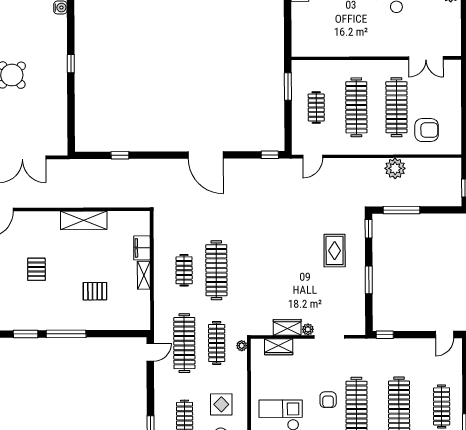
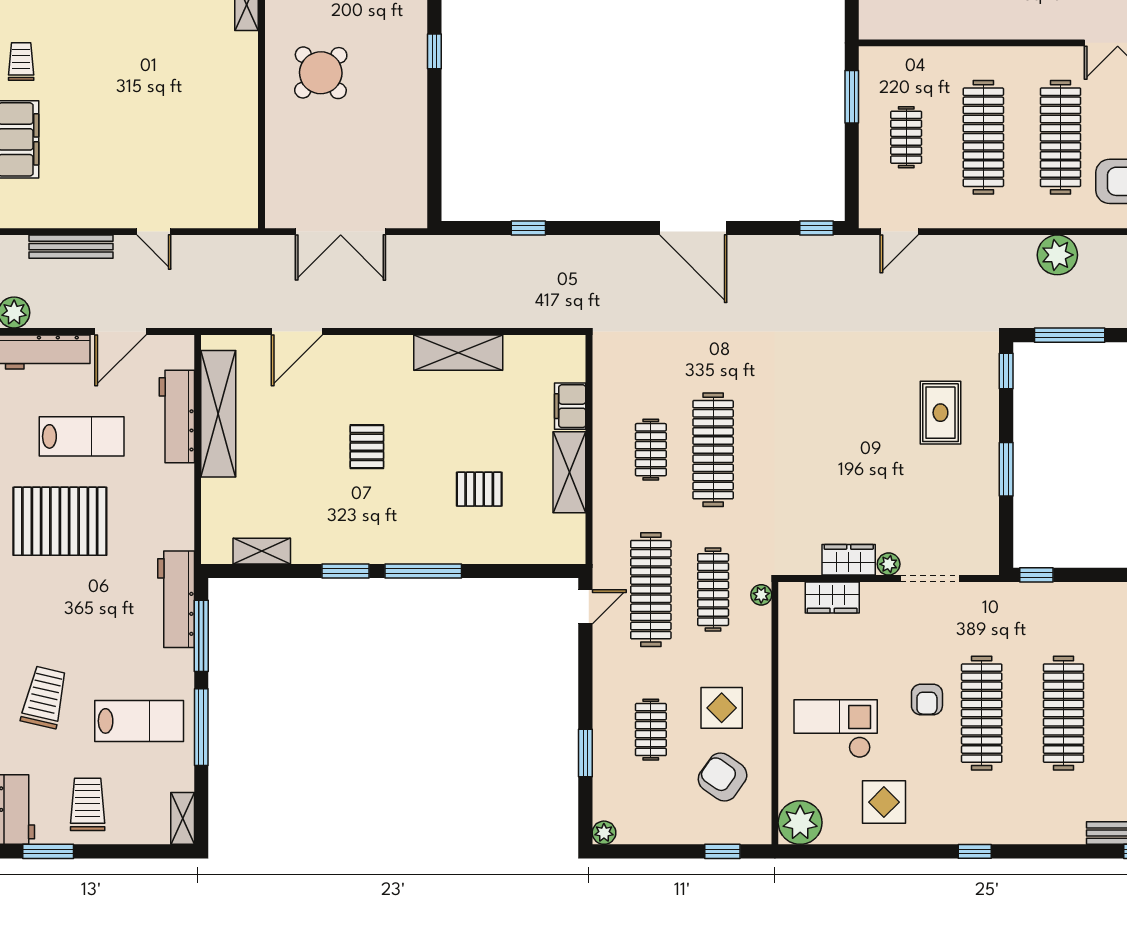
shelving: (144, 275) -> (569, 472), width x1.50, depth x1.33

